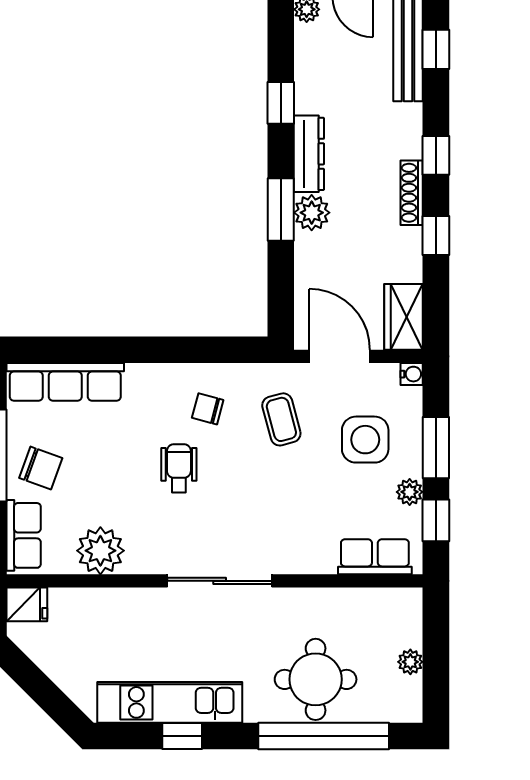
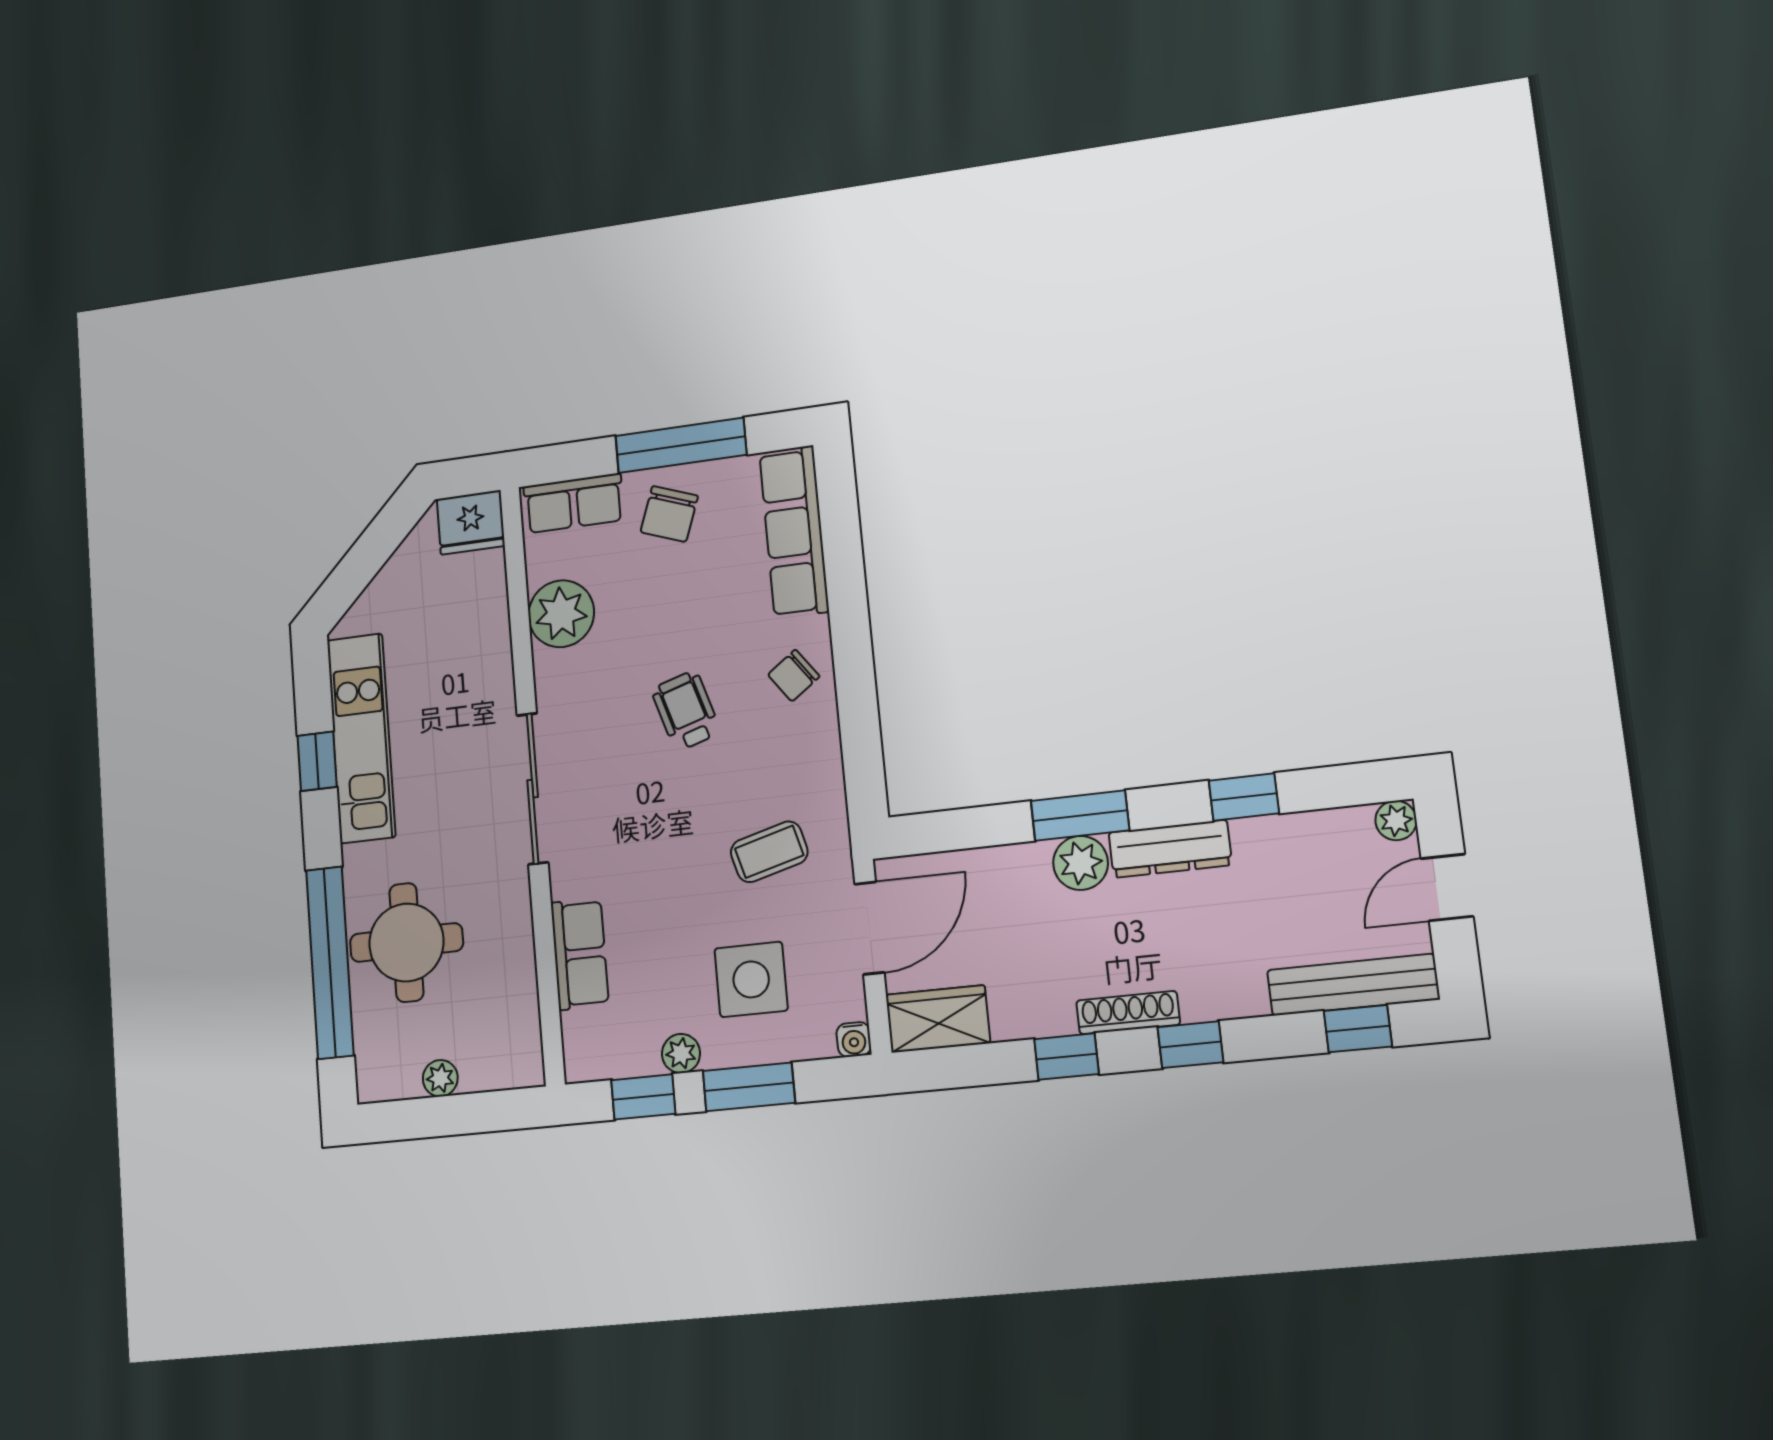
chair: (208, 409) -> (794, 676), moved, turned -141
wheelchair: (179, 468) -> (686, 711), turned -107
row of seats: (375, 557) -> (580, 954), moved
fridge: (27, 604) -> (471, 522), width x1.38

